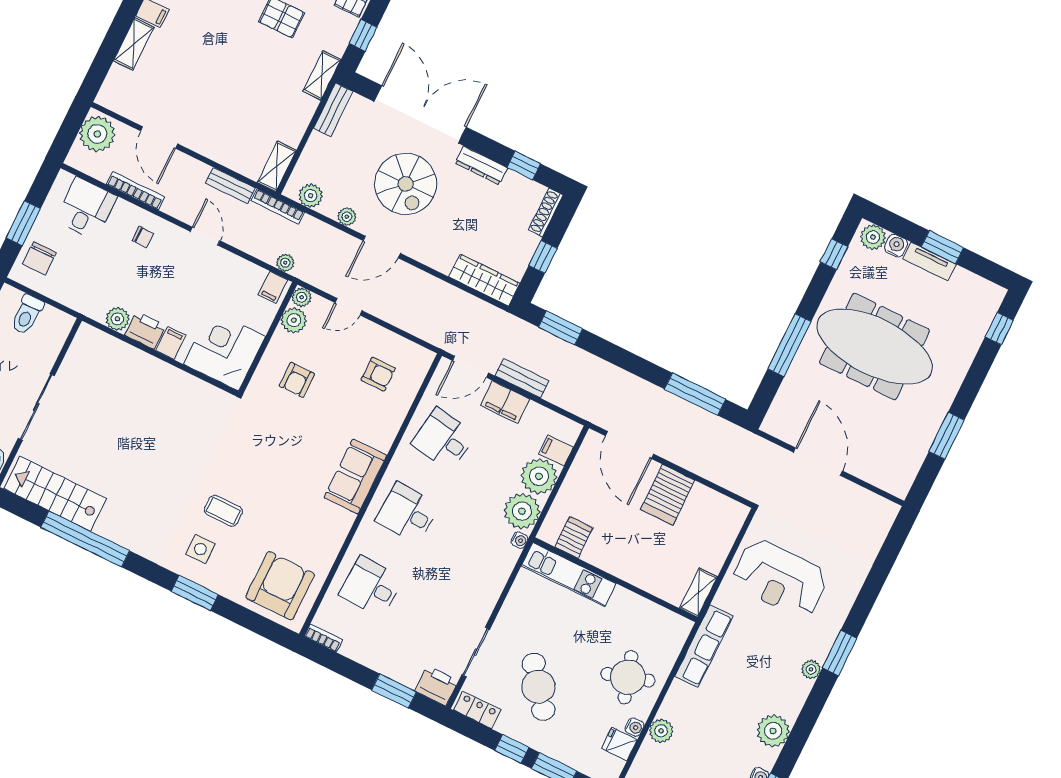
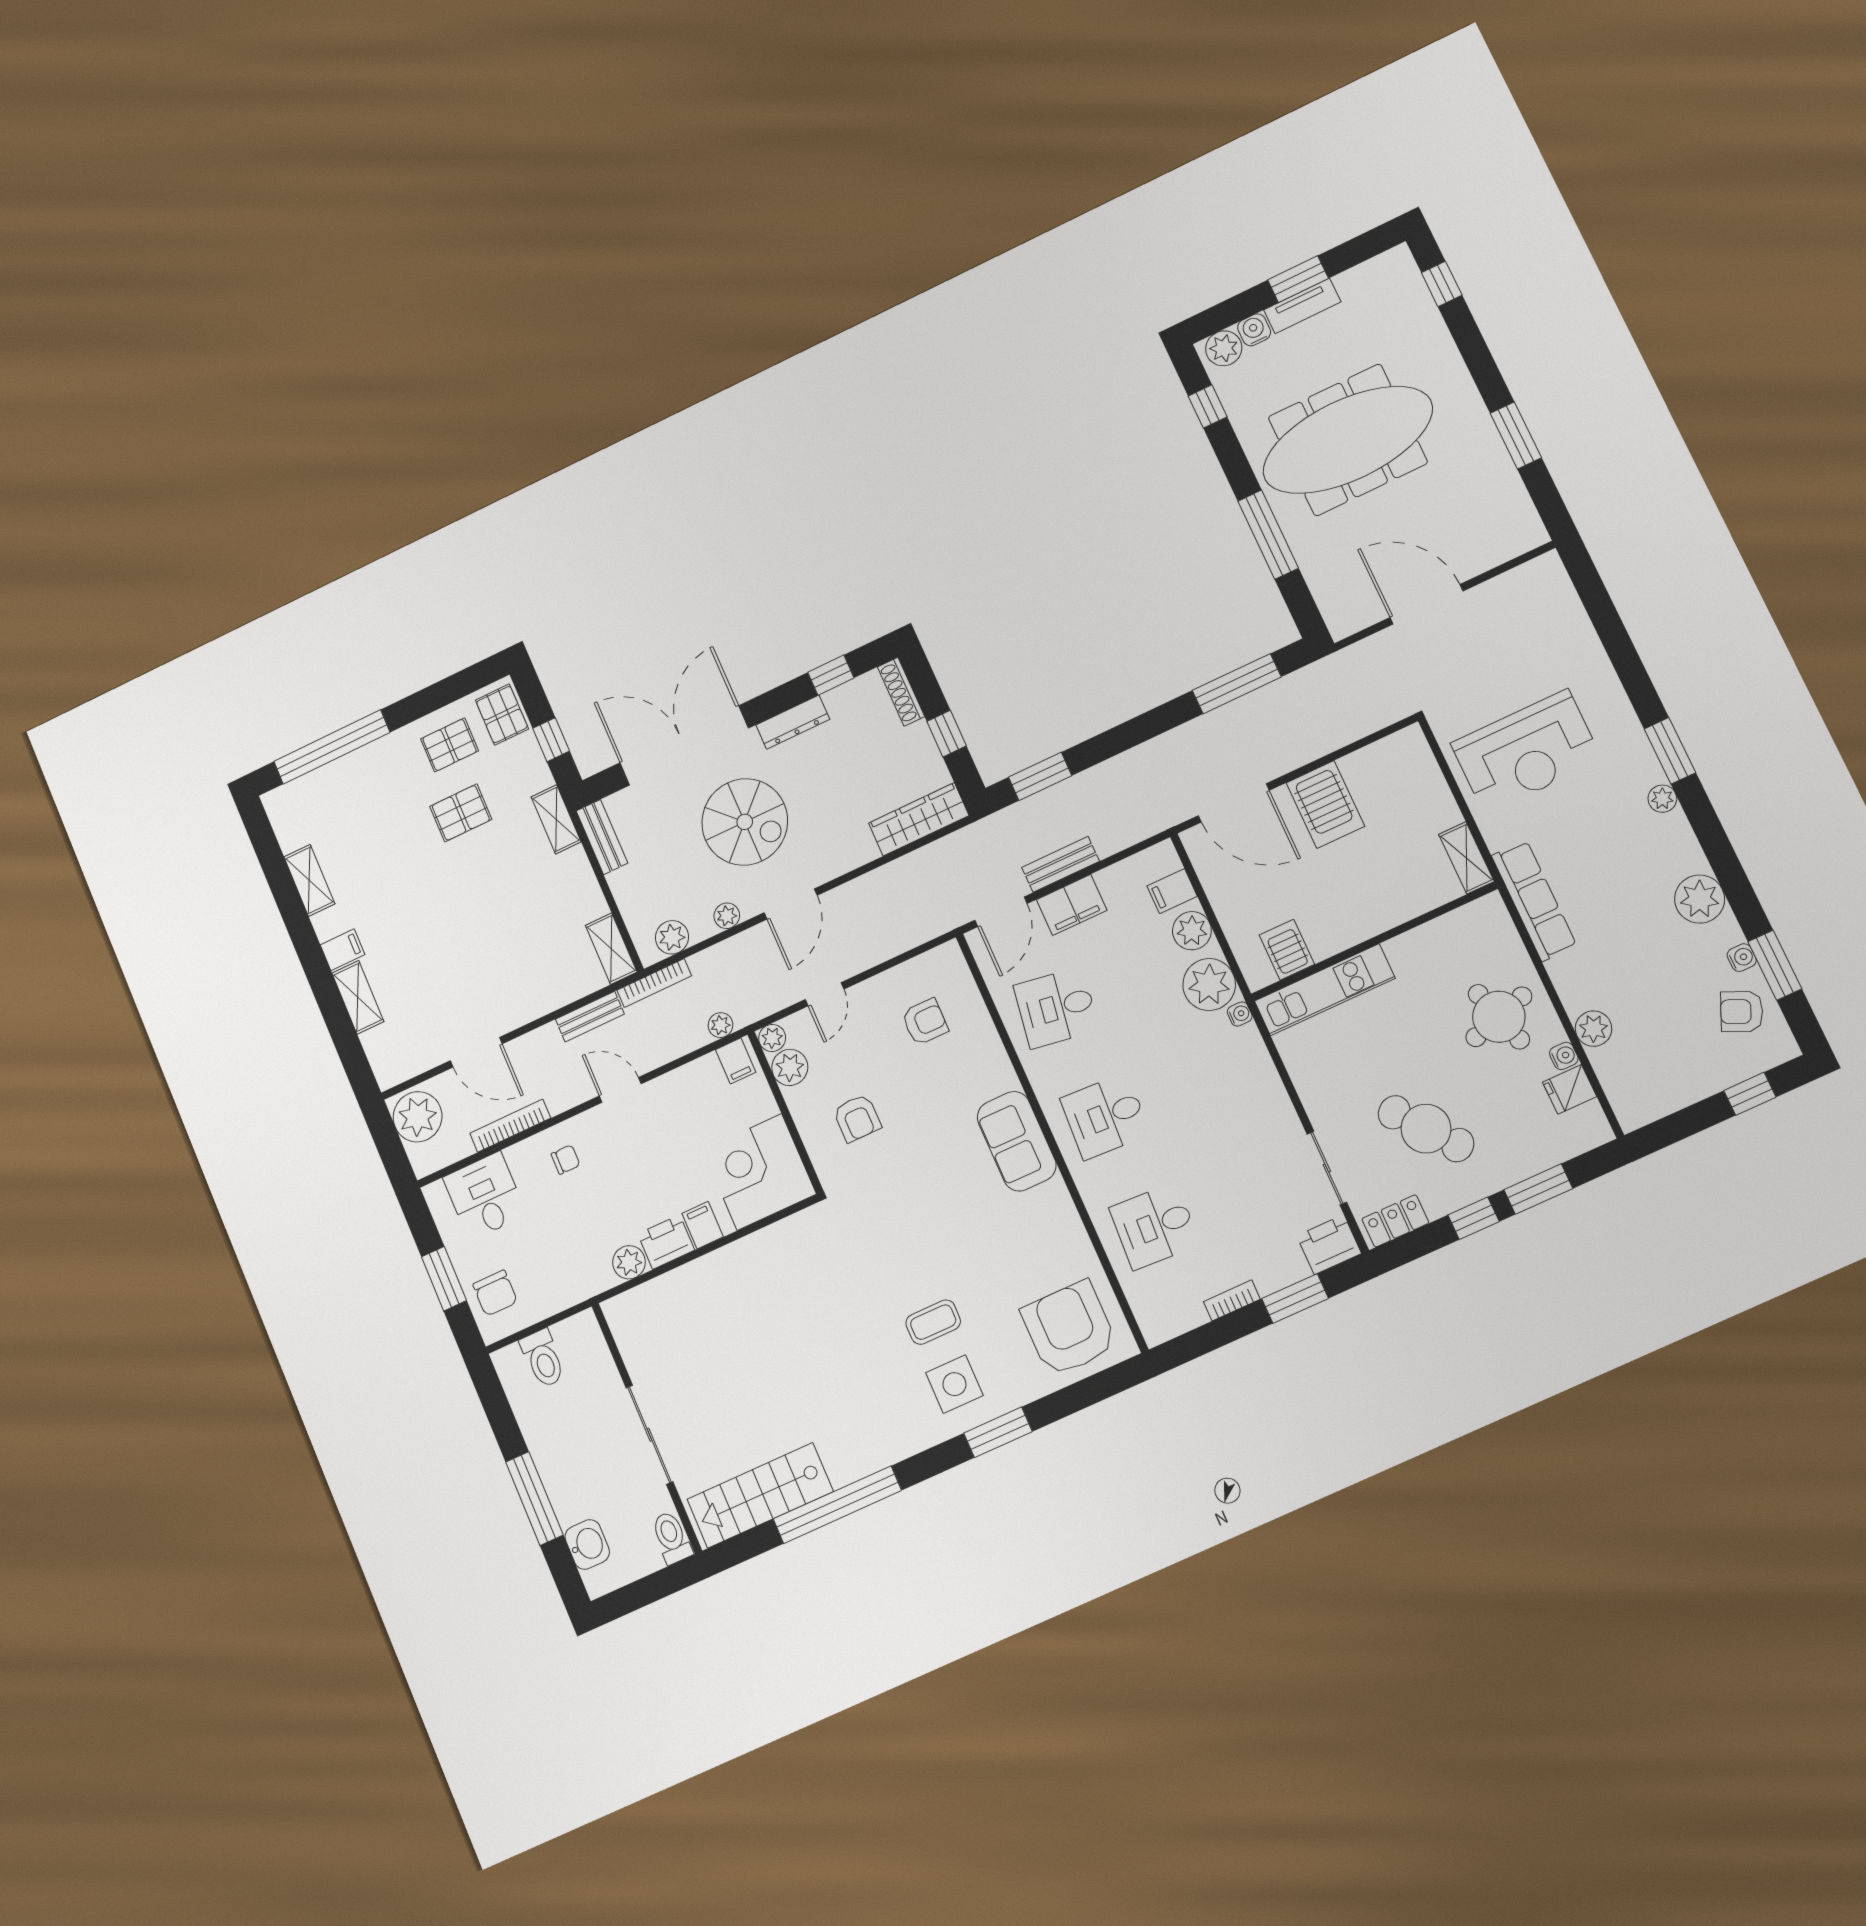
plant: (539, 476) -> (1192, 931), width x0.73, depth x0.73
side table: (200, 549) -> (954, 1384), width x1.37, depth x1.37
bookcase: (323, 638) -> (1232, 1300), moved

